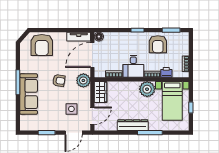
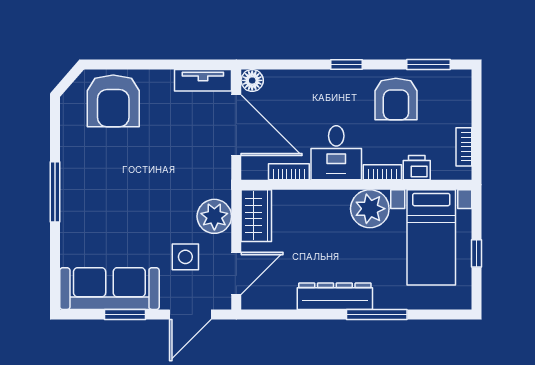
door: (92, 55) -> (236, 125), swing flipped
plant: (83, 80) -> (214, 216), moved
armchair: (59, 81) -> (155, 188), removed
sofa: (29, 94) -> (109, 289), moved, turned -90

